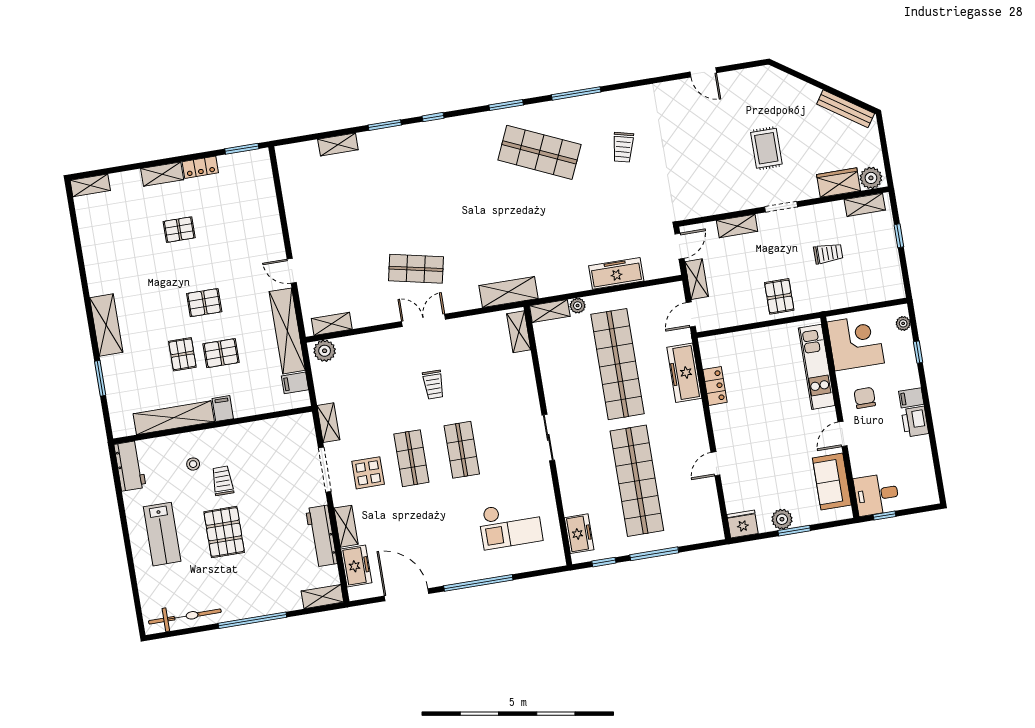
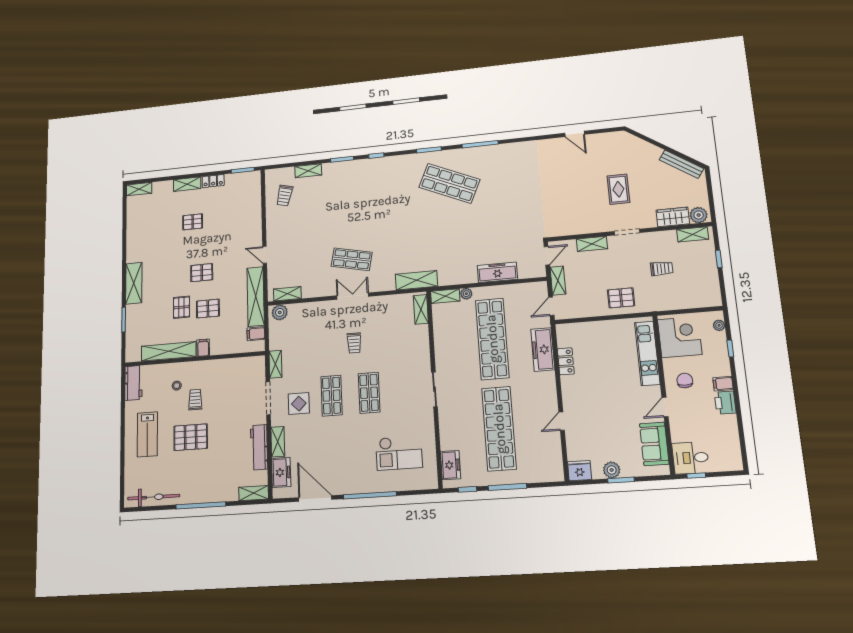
trolley: (623, 147) -> (285, 196), moved
pallet: (779, 296) -> (621, 298), turned 90
pallet: (224, 532) -> (191, 437), turned 90

